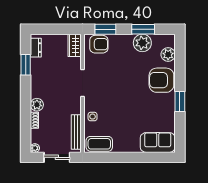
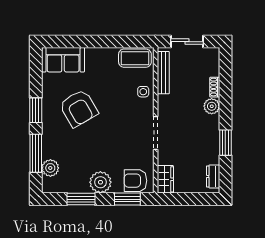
plant: (142, 43) -> (100, 182), moved
window: (26, 65) -> (225, 143), moved
window: (180, 67) -> (36, 153), added
armchair: (161, 80) -> (79, 108), moved, turned 60
plant: (35, 148) -> (214, 53), removed

